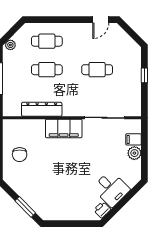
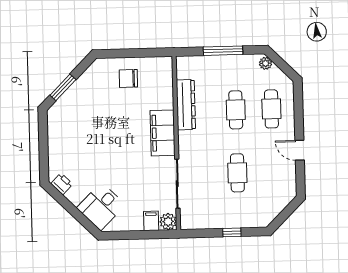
door: (101, 20) -> (300, 150), moved
plant: (134, 153) -> (168, 222), moved
desk: (111, 189) -> (101, 206), moved

